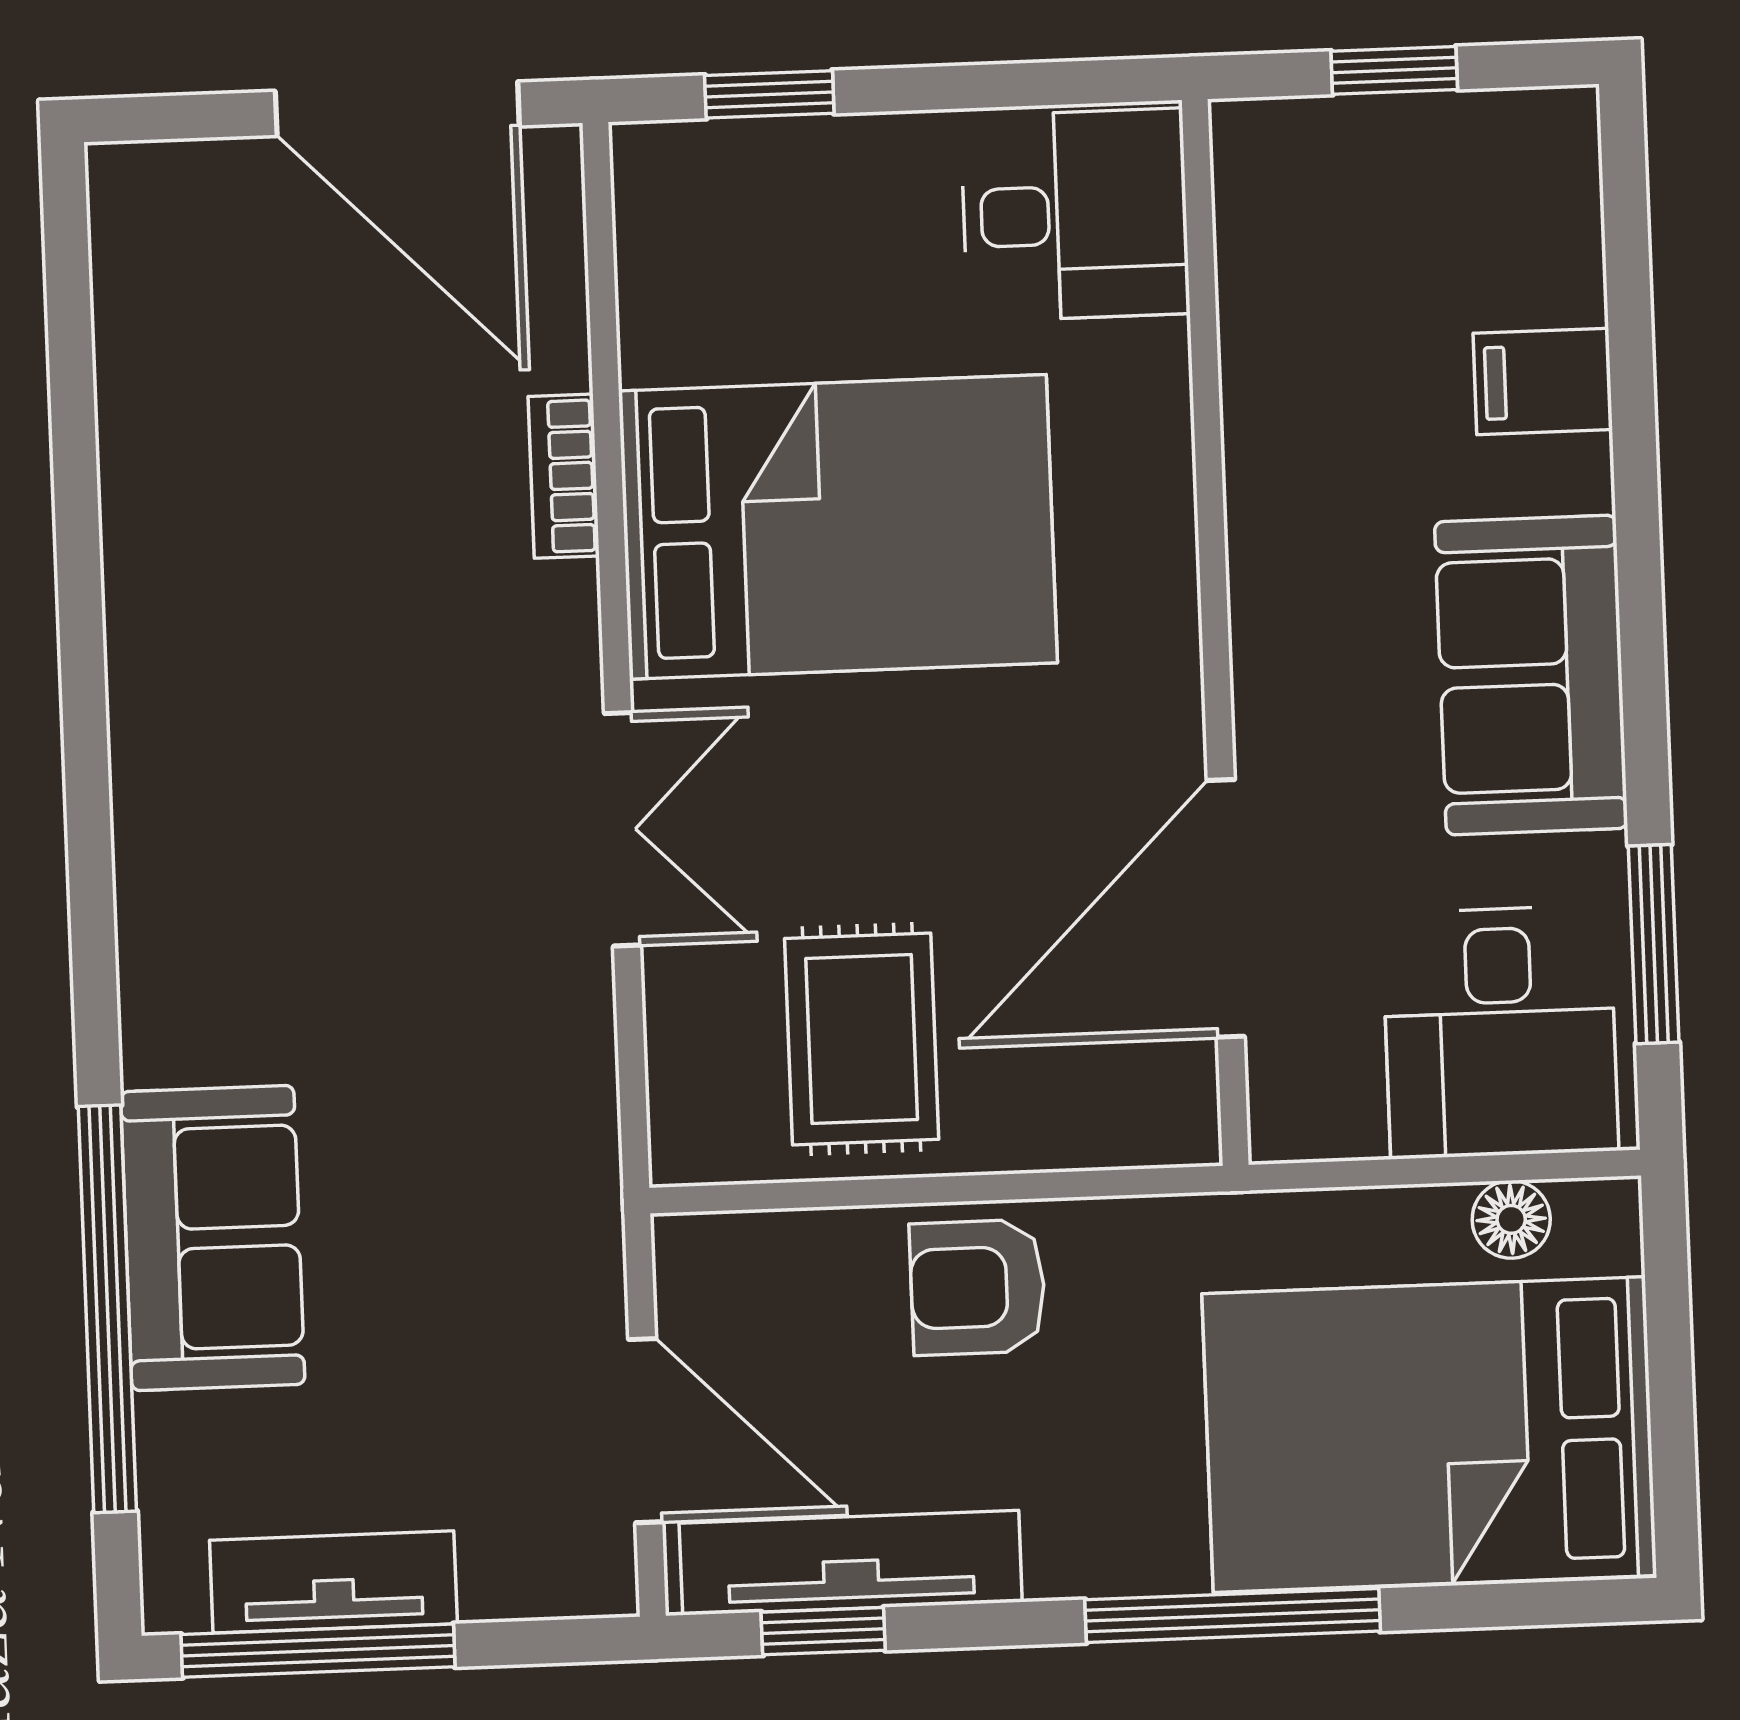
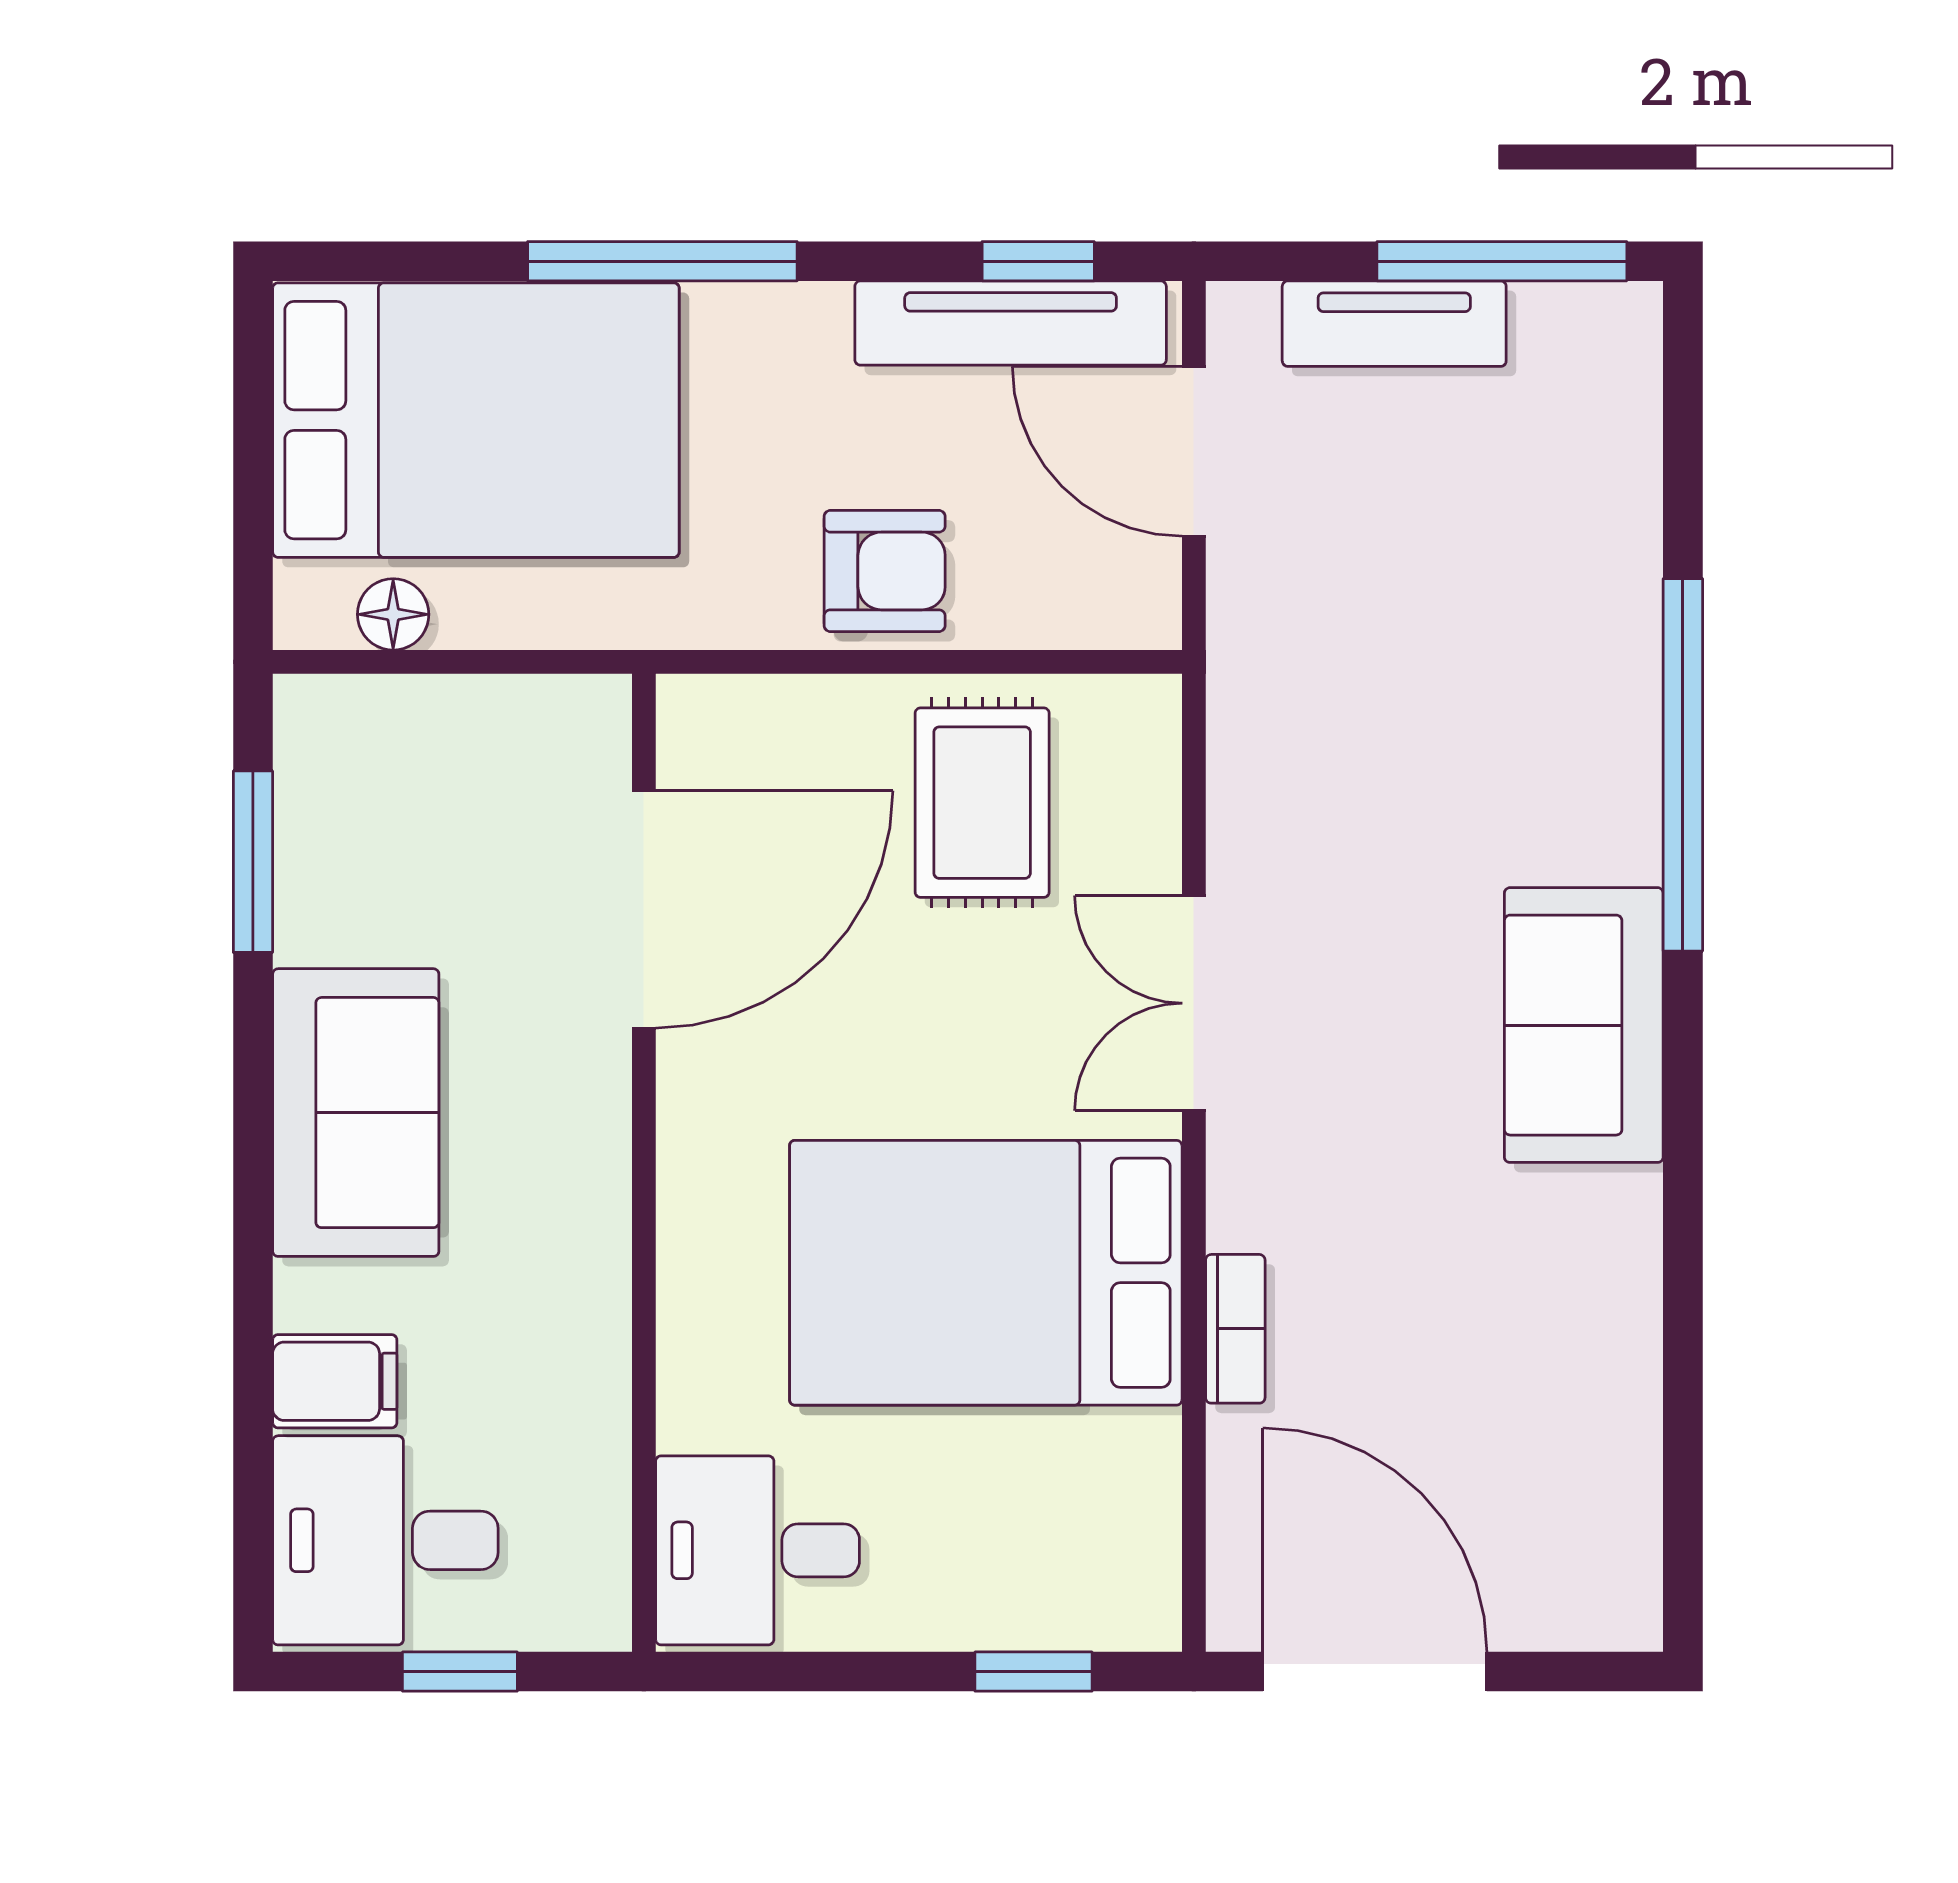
desk: (1500, 1032) -> (385, 1540), moved, turned -90
sofa: (213, 1238) -> (1584, 1025), moved
window: (107, 1309) -> (1683, 765), moved
tv unit: (333, 1582) -> (1394, 324), moved

